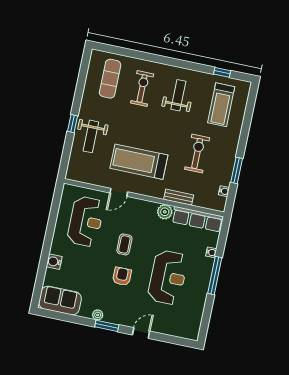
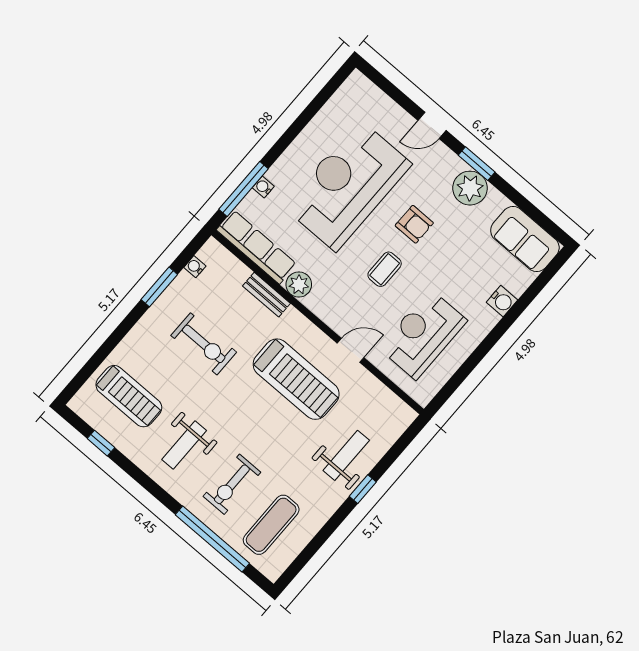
window: (137, 54) -> (212, 539), added
treadmill: (221, 105) -> (129, 396), turned 90
exercise bike: (197, 154) -> (204, 344), turned -90
window: (215, 275) -> (244, 189), moved
armchair: (122, 276) -> (414, 224), turned -90
reception desk: (168, 277) -> (348, 185), width x1.36, depth x1.30
plant: (98, 315) -> (470, 188), width x1.88, depth x1.88

